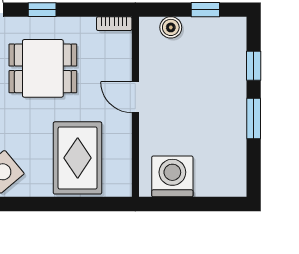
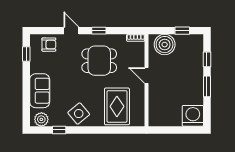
boiler: (171, 27) -> (165, 45), width x1.86, depth x1.86
washing machine: (172, 176) -> (193, 116), moved

